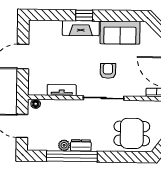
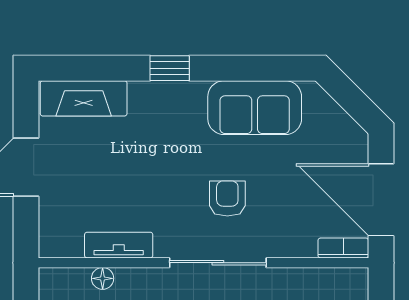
fireplace: (81, 28) -> (84, 98), moved
floor lamp: (36, 104) -> (103, 278), moved

